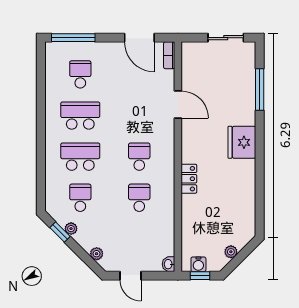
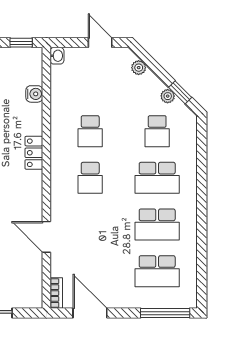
school desk: (80, 74) -> (157, 271), width x1.85
water cooler: (198, 264) -> (34, 94), moved, turned 90

